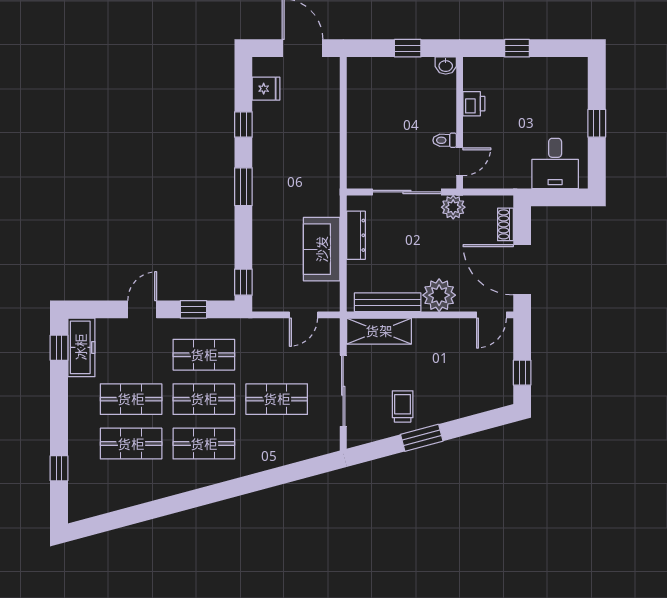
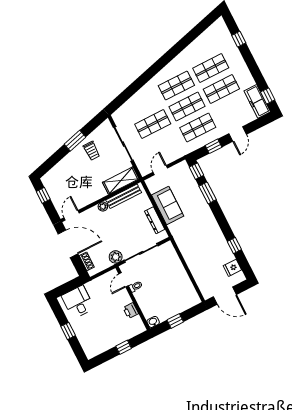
window: (243, 187) -> (208, 193), moved
plant: (439, 295) -> (103, 207), width x0.53, depth x0.53

